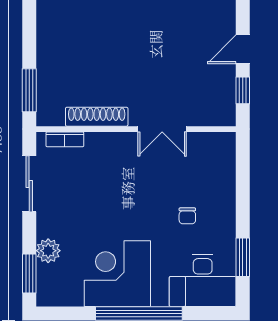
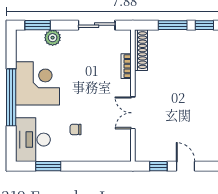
window: (29, 21) -> (204, 25), added
window: (29, 90) -> (173, 25), moved
shoe rack: (97, 117) -> (141, 50), moved
bookcase: (65, 139) -> (126, 66), moved

